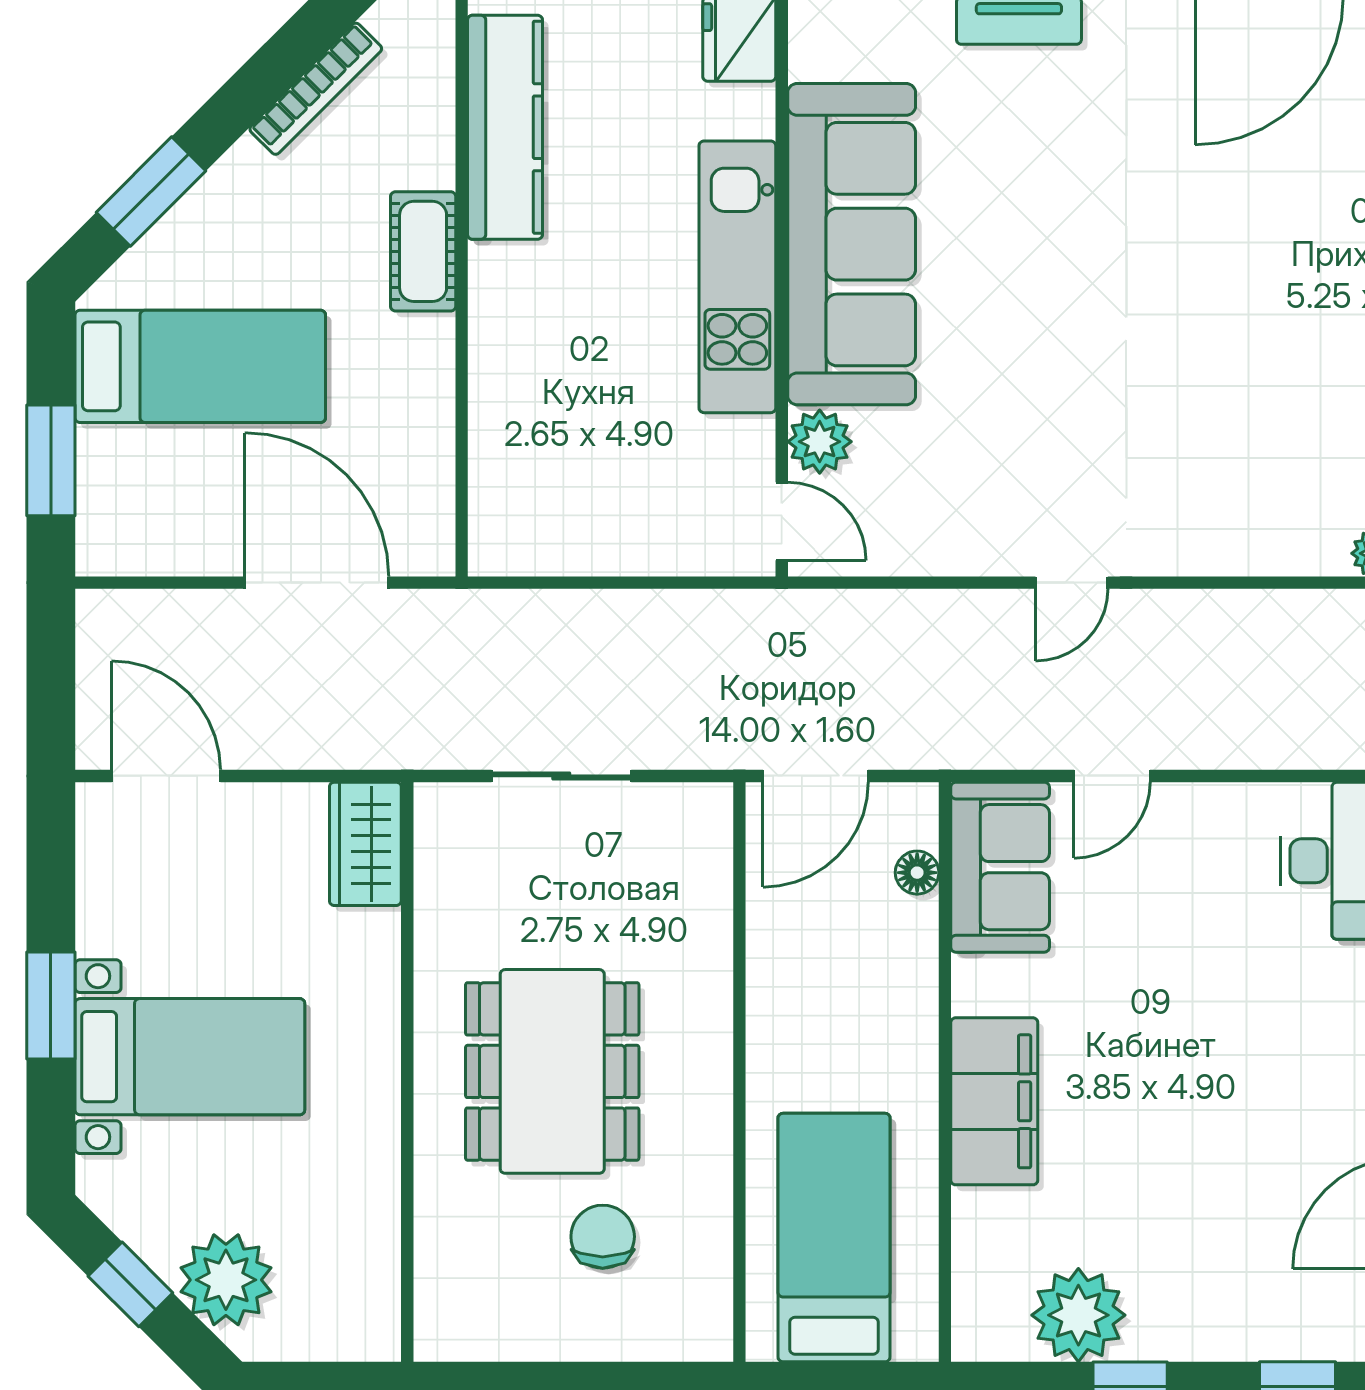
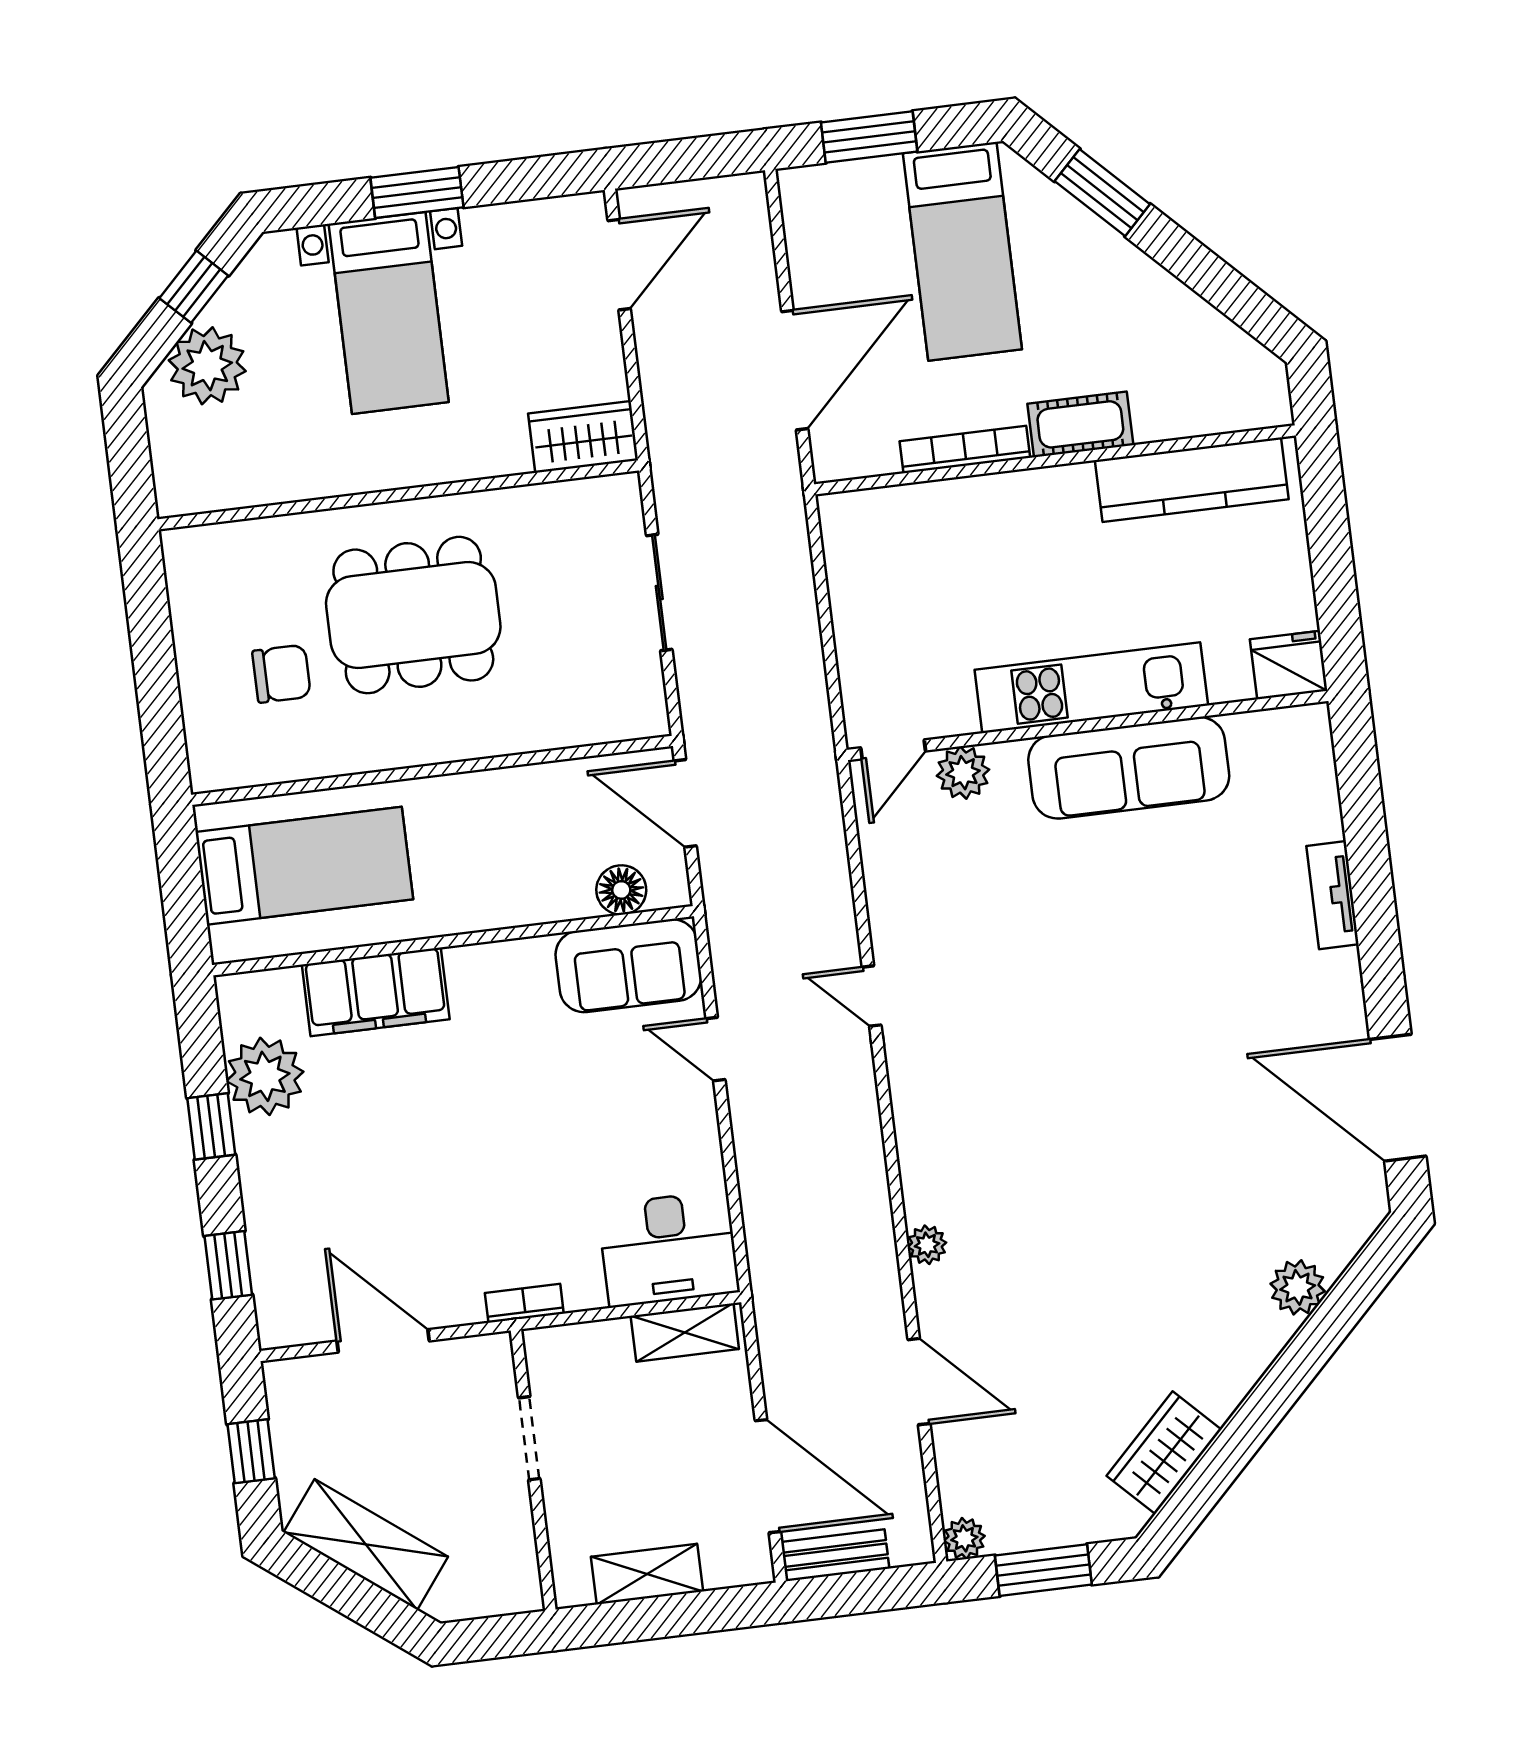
bookcase: (316, 89) -> (965, 450), moved, turned 135
sofa: (852, 244) -> (1129, 768), width x0.74, depth x0.79
floor lamp: (917, 873) -> (621, 890), width x1.37, depth x1.37
filing cabinet: (994, 1101) -> (376, 992), moved

